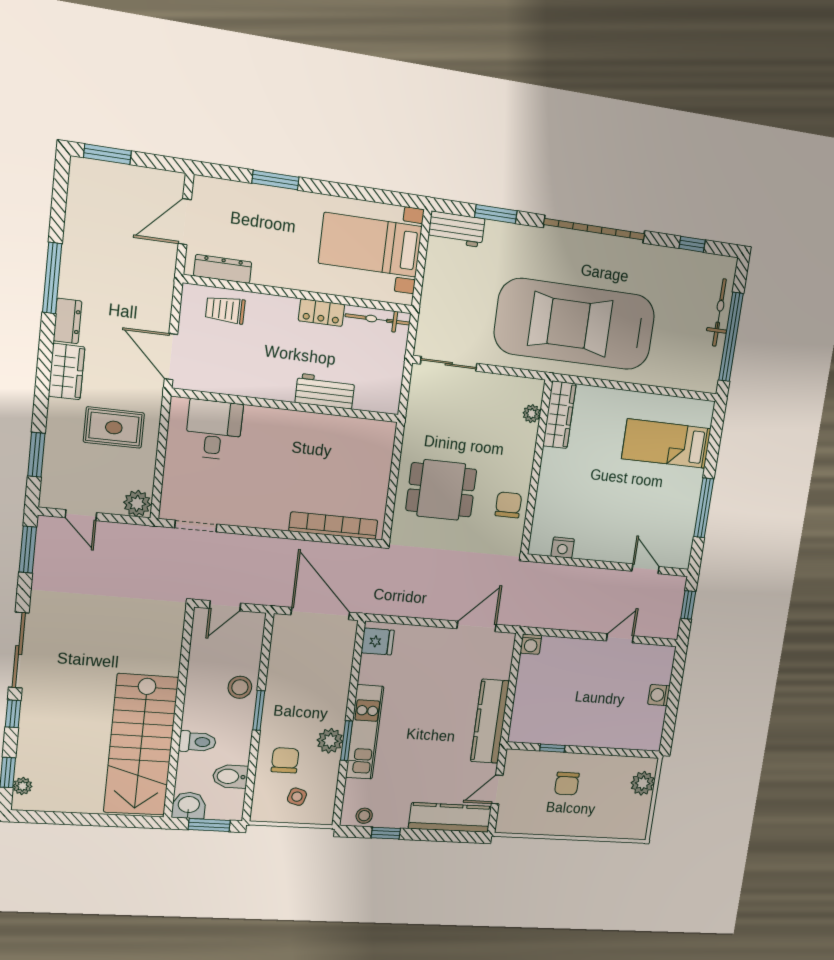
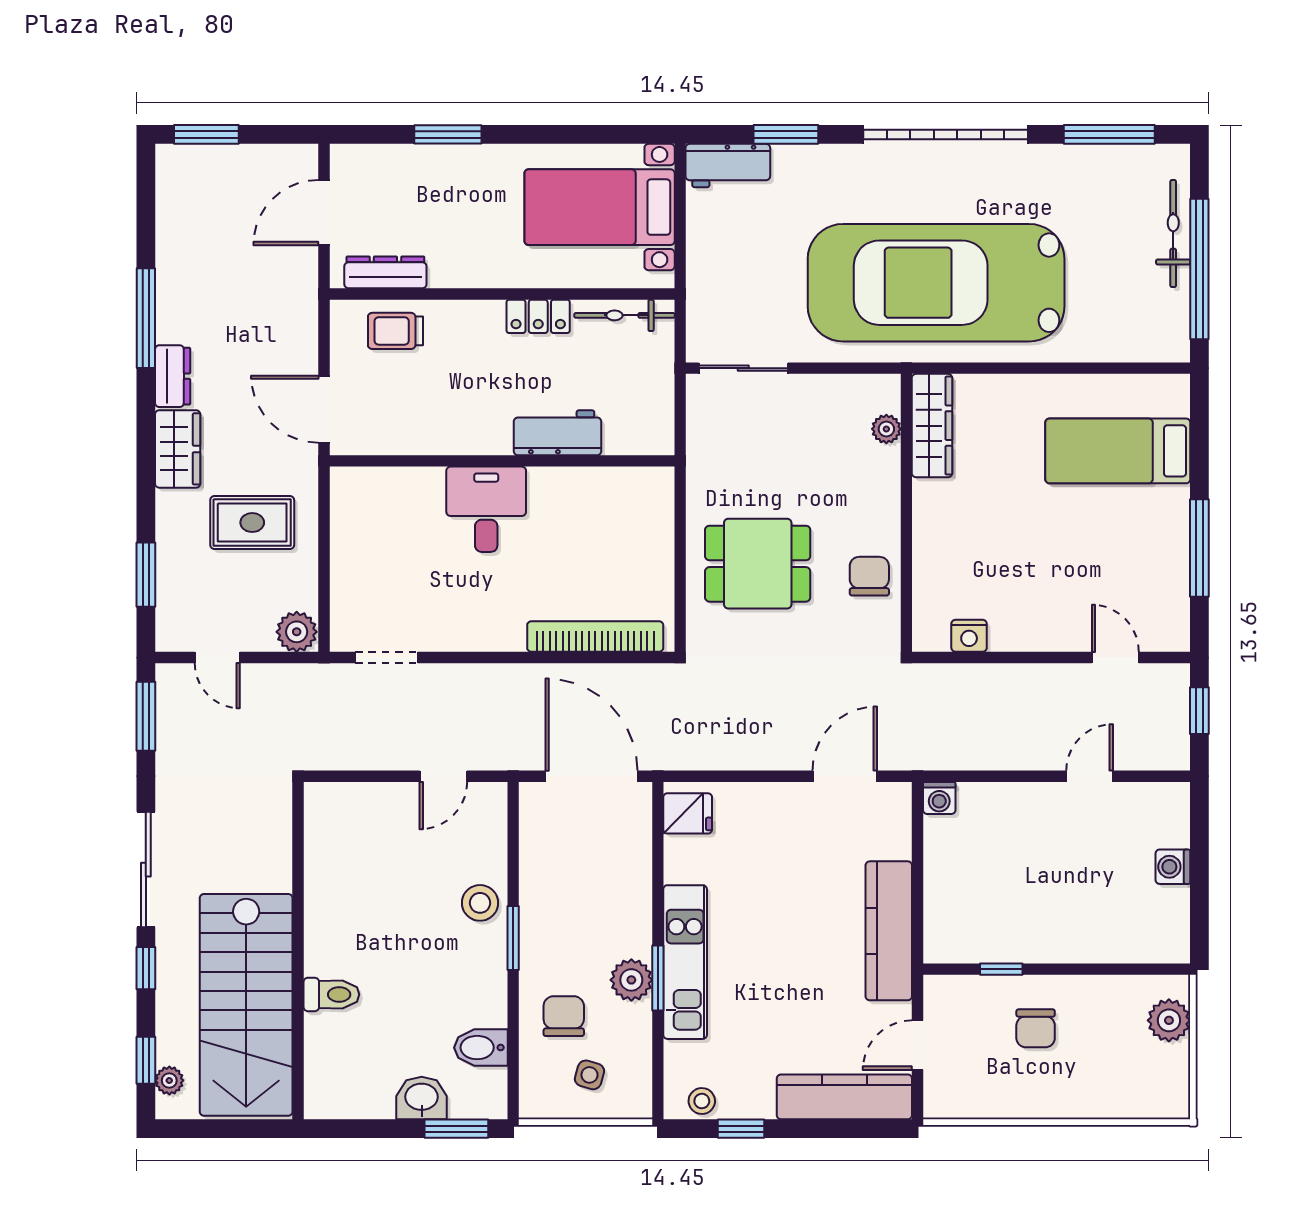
window: (692, 244) -> (1109, 134), width x2.17
desk: (214, 430) -> (486, 509), moved
wall: (179, 713) -> (298, 951), moved
toilet: (197, 742) -> (331, 994), moved
stairs: (141, 745) -> (246, 1005), moved

